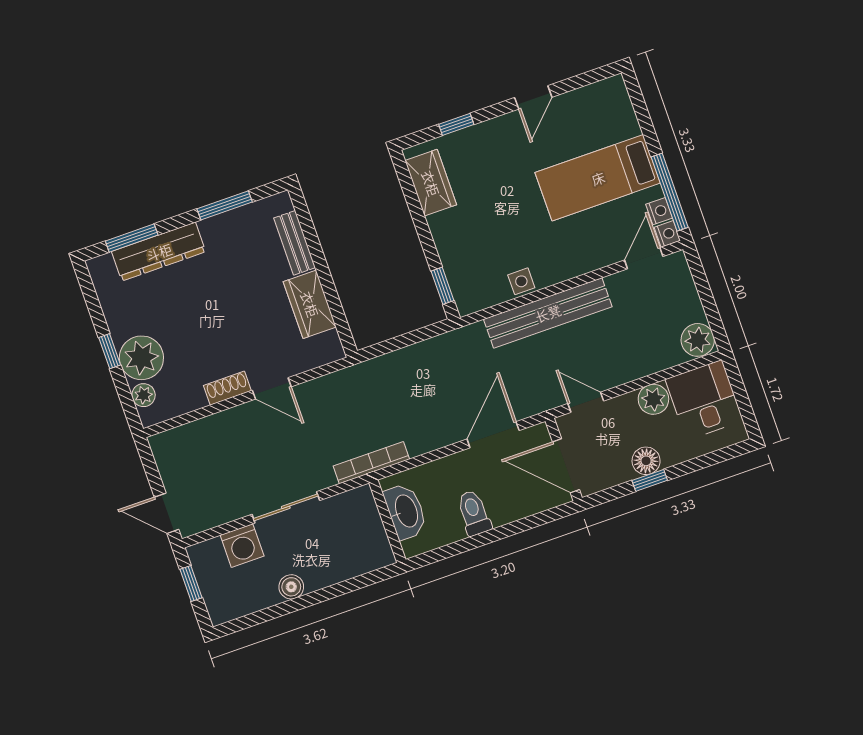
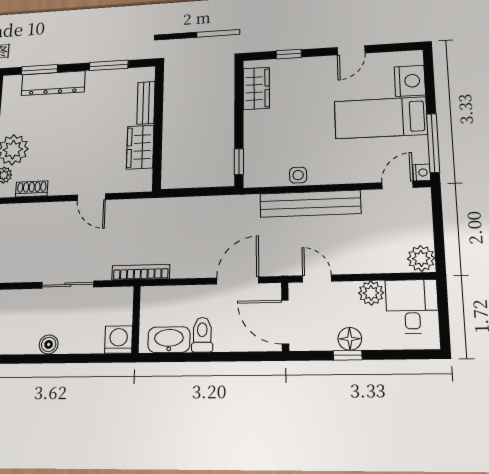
nightstand: (659, 211) -> (410, 81), moved, width x1.89, depth x1.79
shoe rack: (227, 388) -> (32, 189), moved
washbasin: (406, 511) -> (169, 340), moved, turned -90
washing machine: (242, 546) -> (119, 339), moved, turned 180

